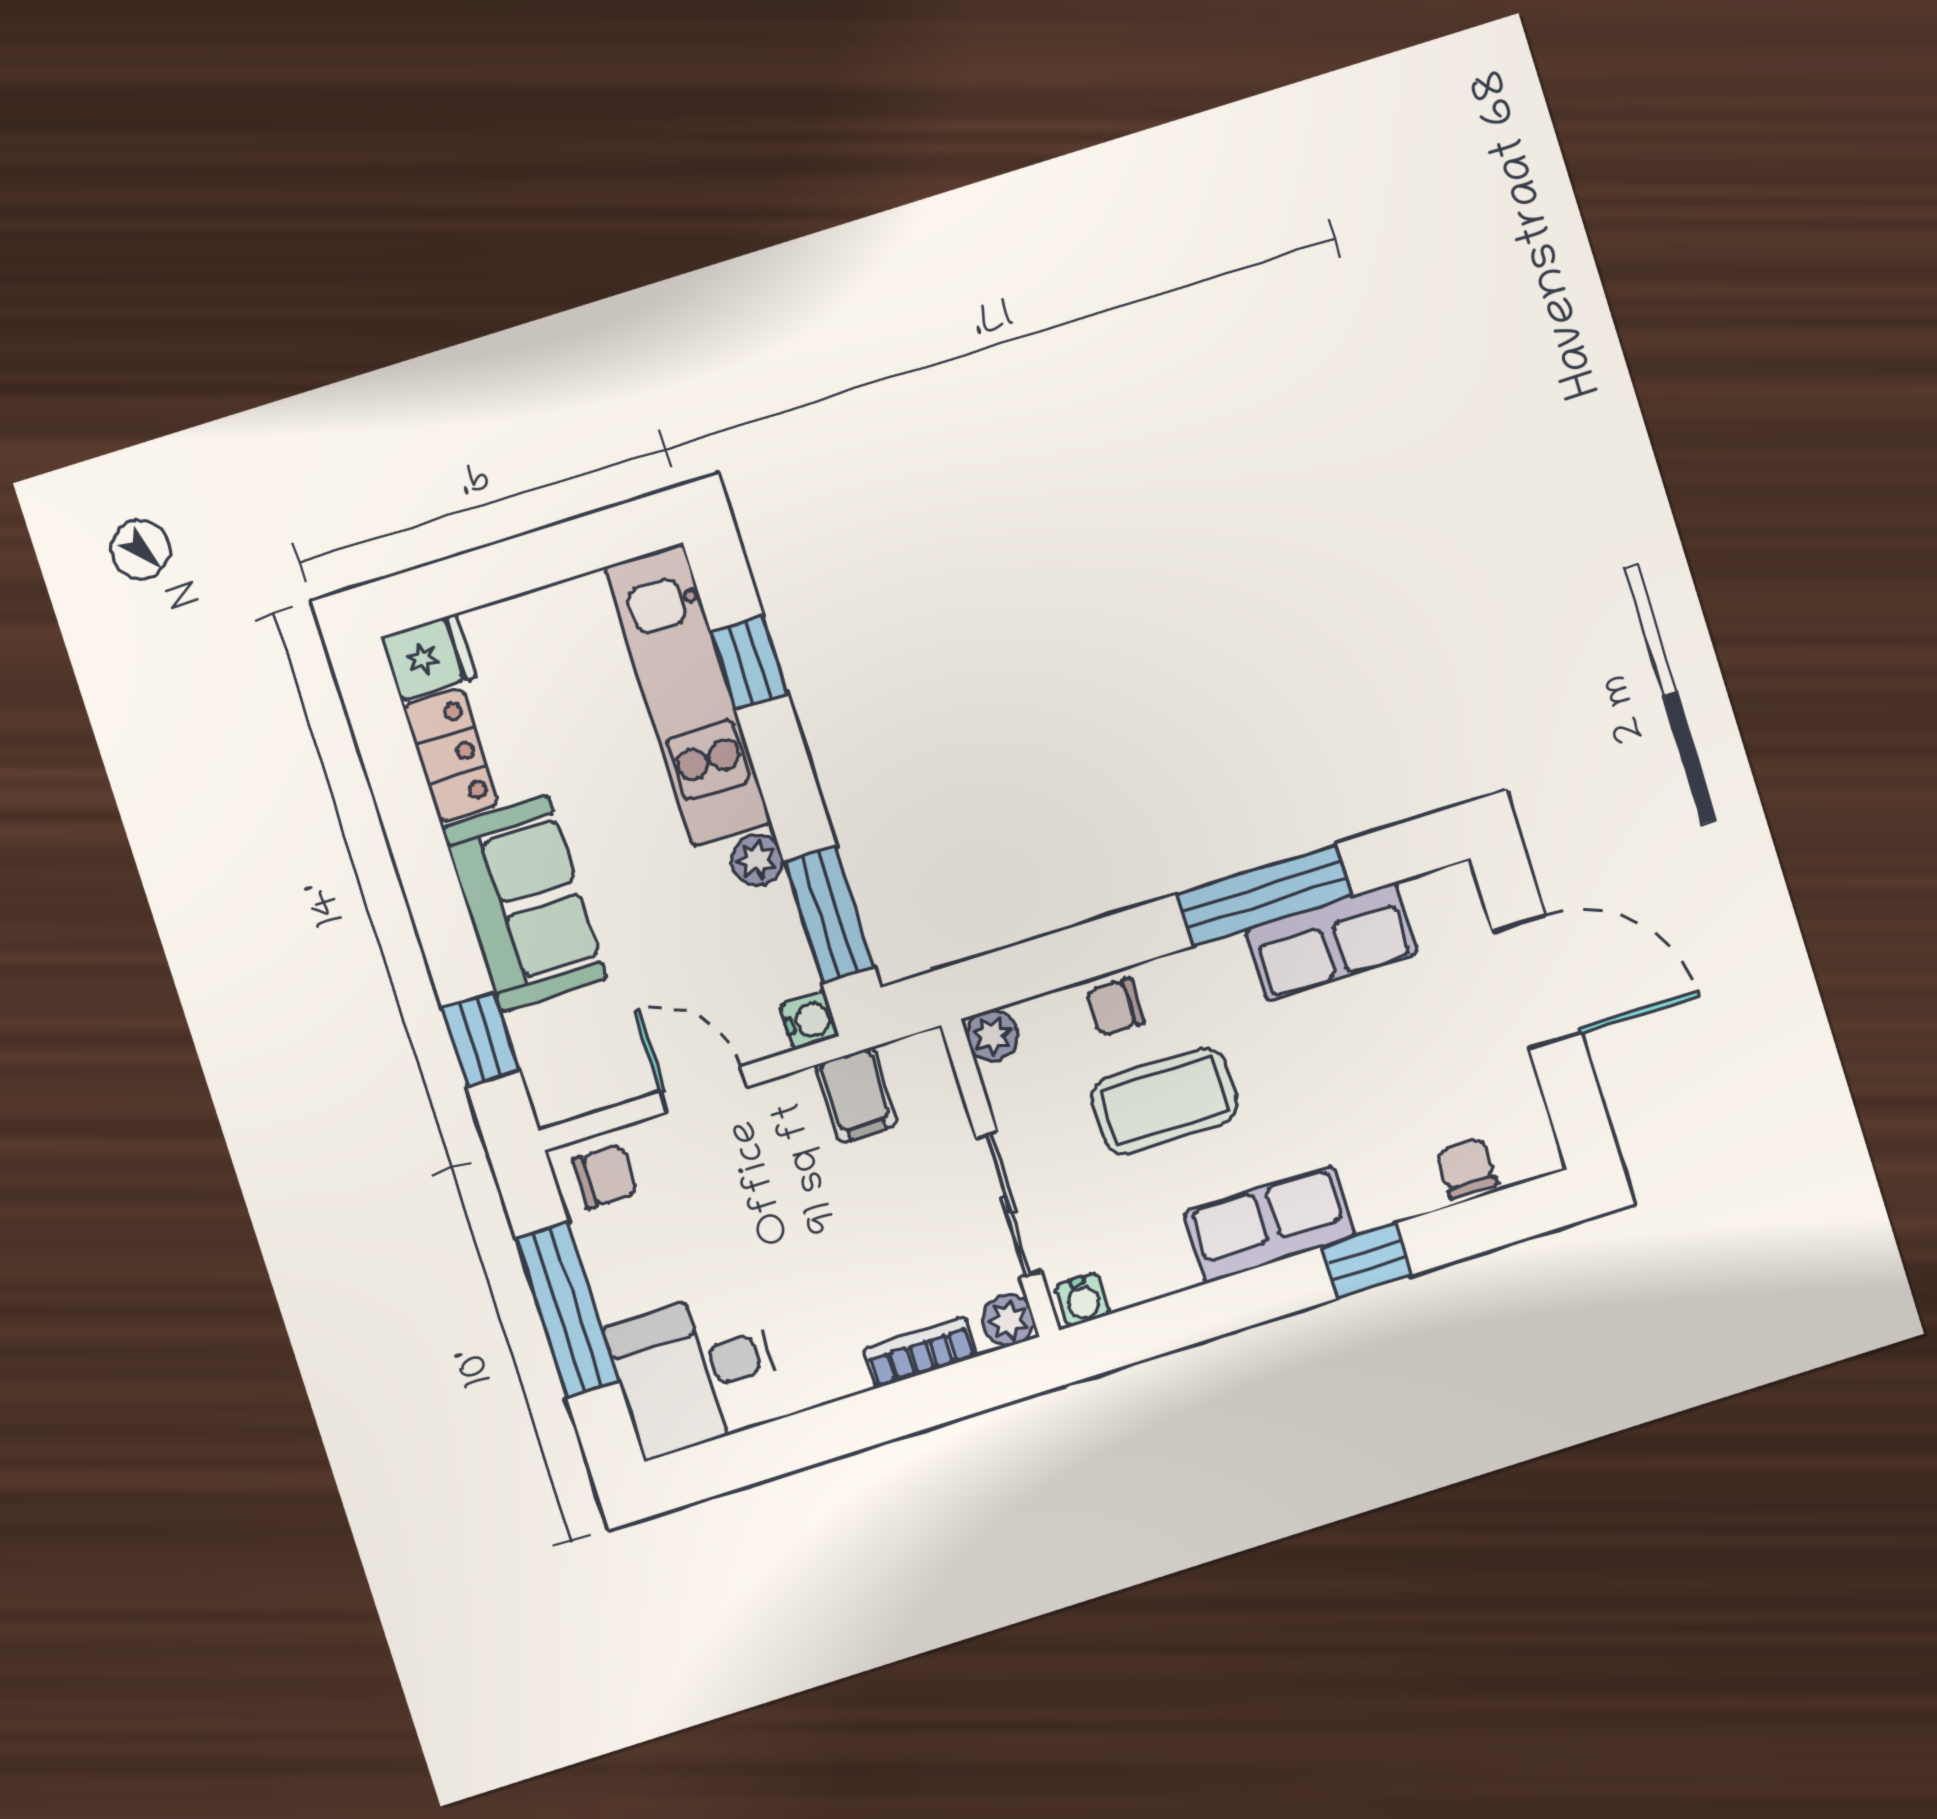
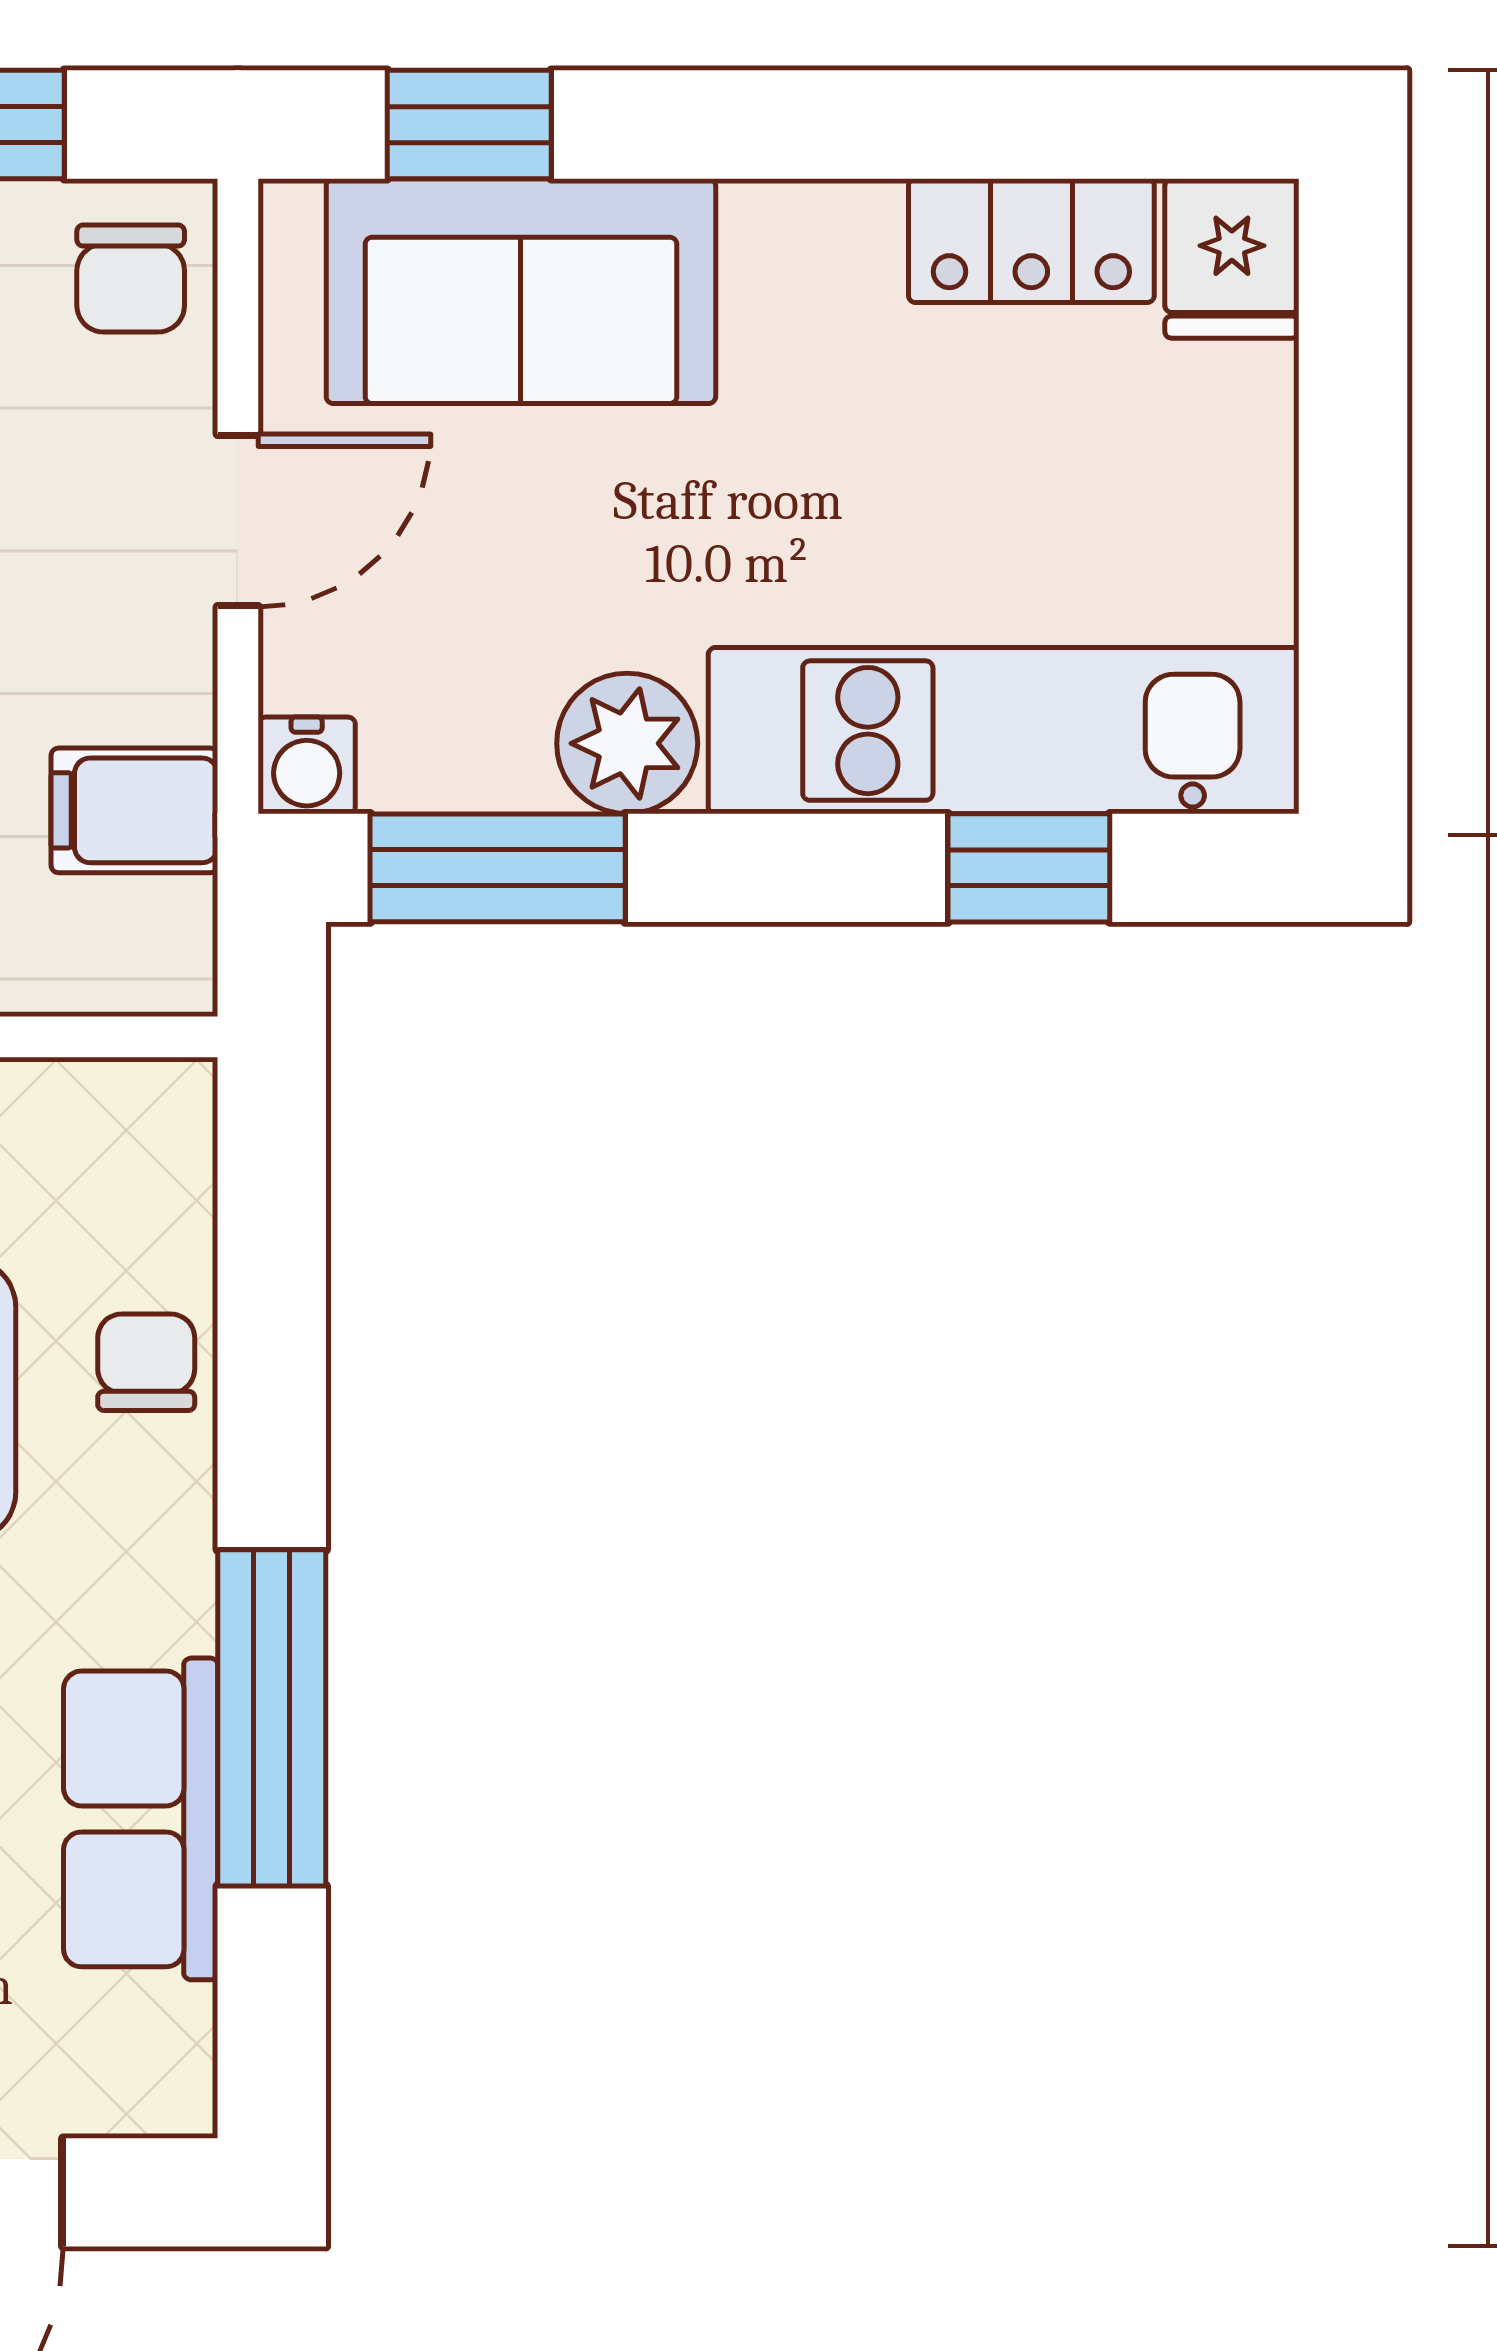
plant: (757, 860) -> (627, 743), width x1.38, depth x1.38
sofa: (524, 904) -> (521, 291), moved
plant: (992, 1035) -> (167, 1108), removed

